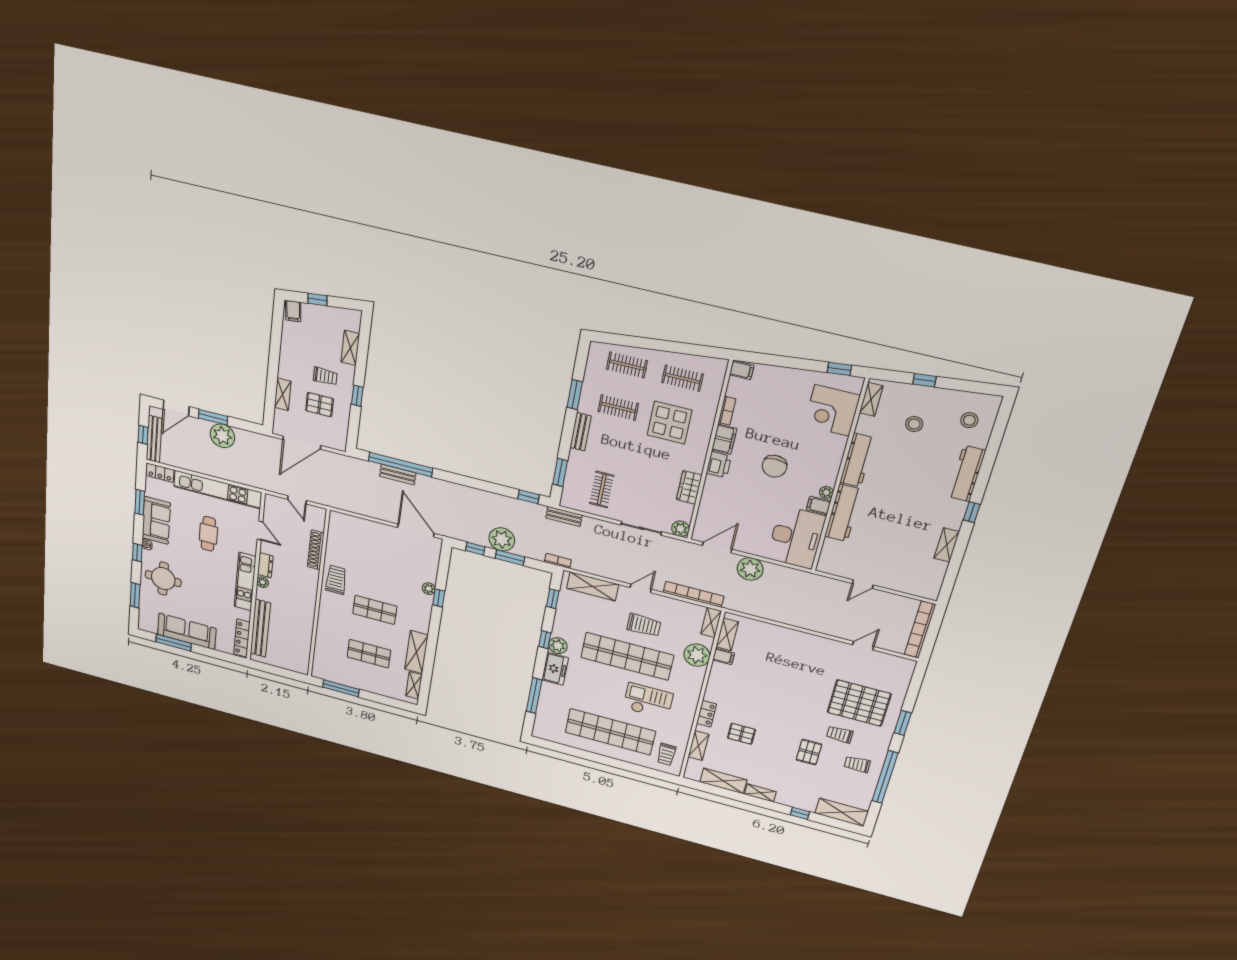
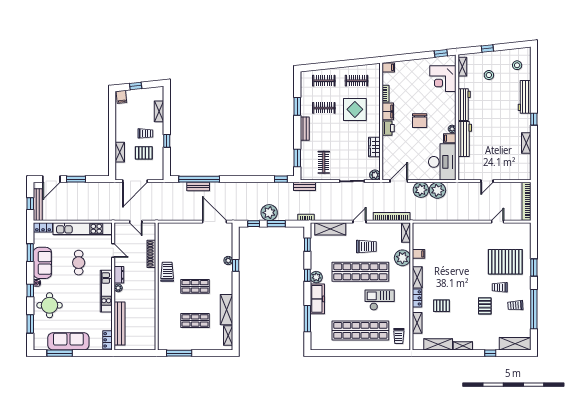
plant: (222, 436) -> (437, 190), moved
shelving: (727, 634) -> (417, 277), moved
locker: (242, 638) -> (108, 340), width x0.66
freezer: (555, 669) -> (317, 299), width x1.40

